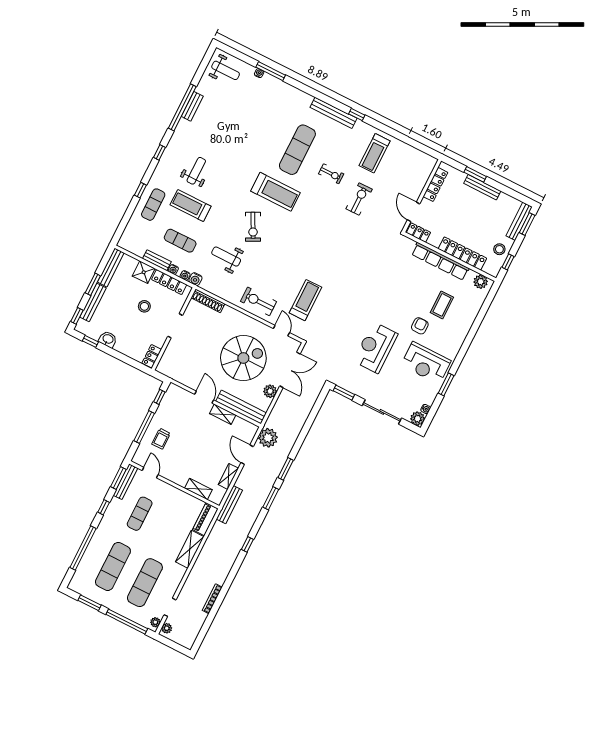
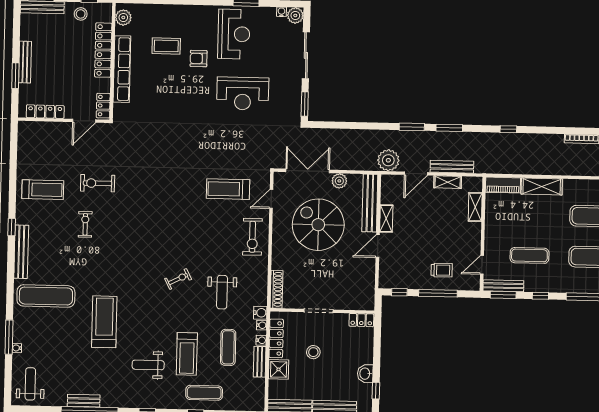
exercise mat: (297, 150) -> (46, 296), moved
treadmill: (275, 192) -> (104, 322), moved
exercise bike: (253, 227) -> (178, 279), width x0.73, depth x0.72
bench: (229, 505) -> (452, 167), moved

